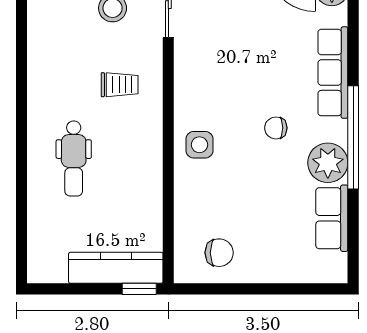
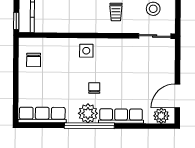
plant: (328, 163) -> (88, 113), moved
row of seats: (332, 218) -> (42, 115), width x1.48

